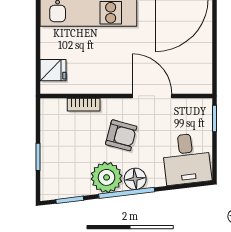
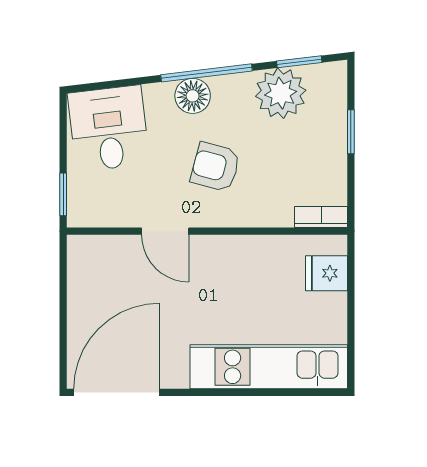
door: (152, 96) -> (165, 231), width x0.73
bookcase: (84, 105) -> (321, 217), moved
plant: (107, 177) -> (281, 93), moved

